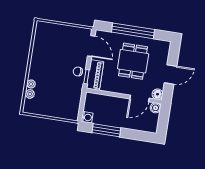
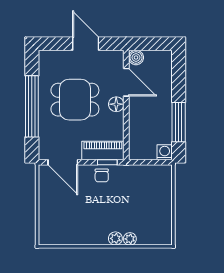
door: (91, 46) -> (63, 162), swing flipped
plant: (30, 94) -> (115, 238), moved
floor lamp: (157, 94) -> (116, 104), moved

